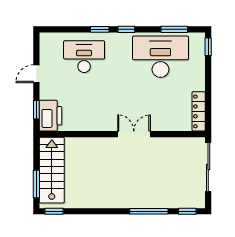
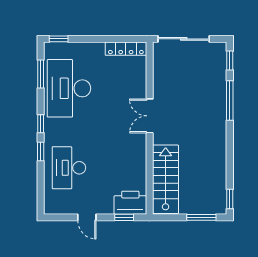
stairs: (52, 170) -> (166, 179), moved, turned 90

